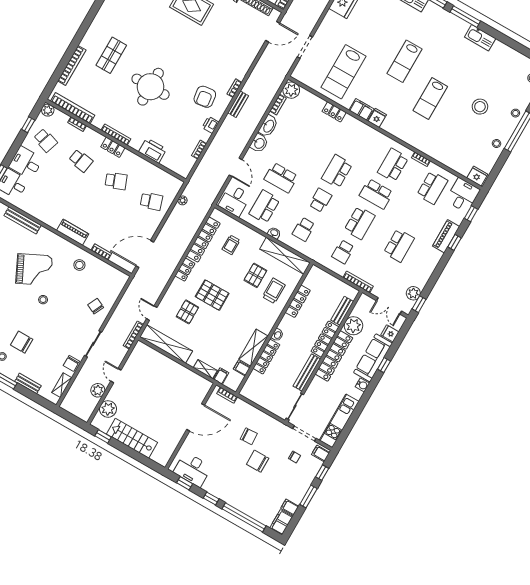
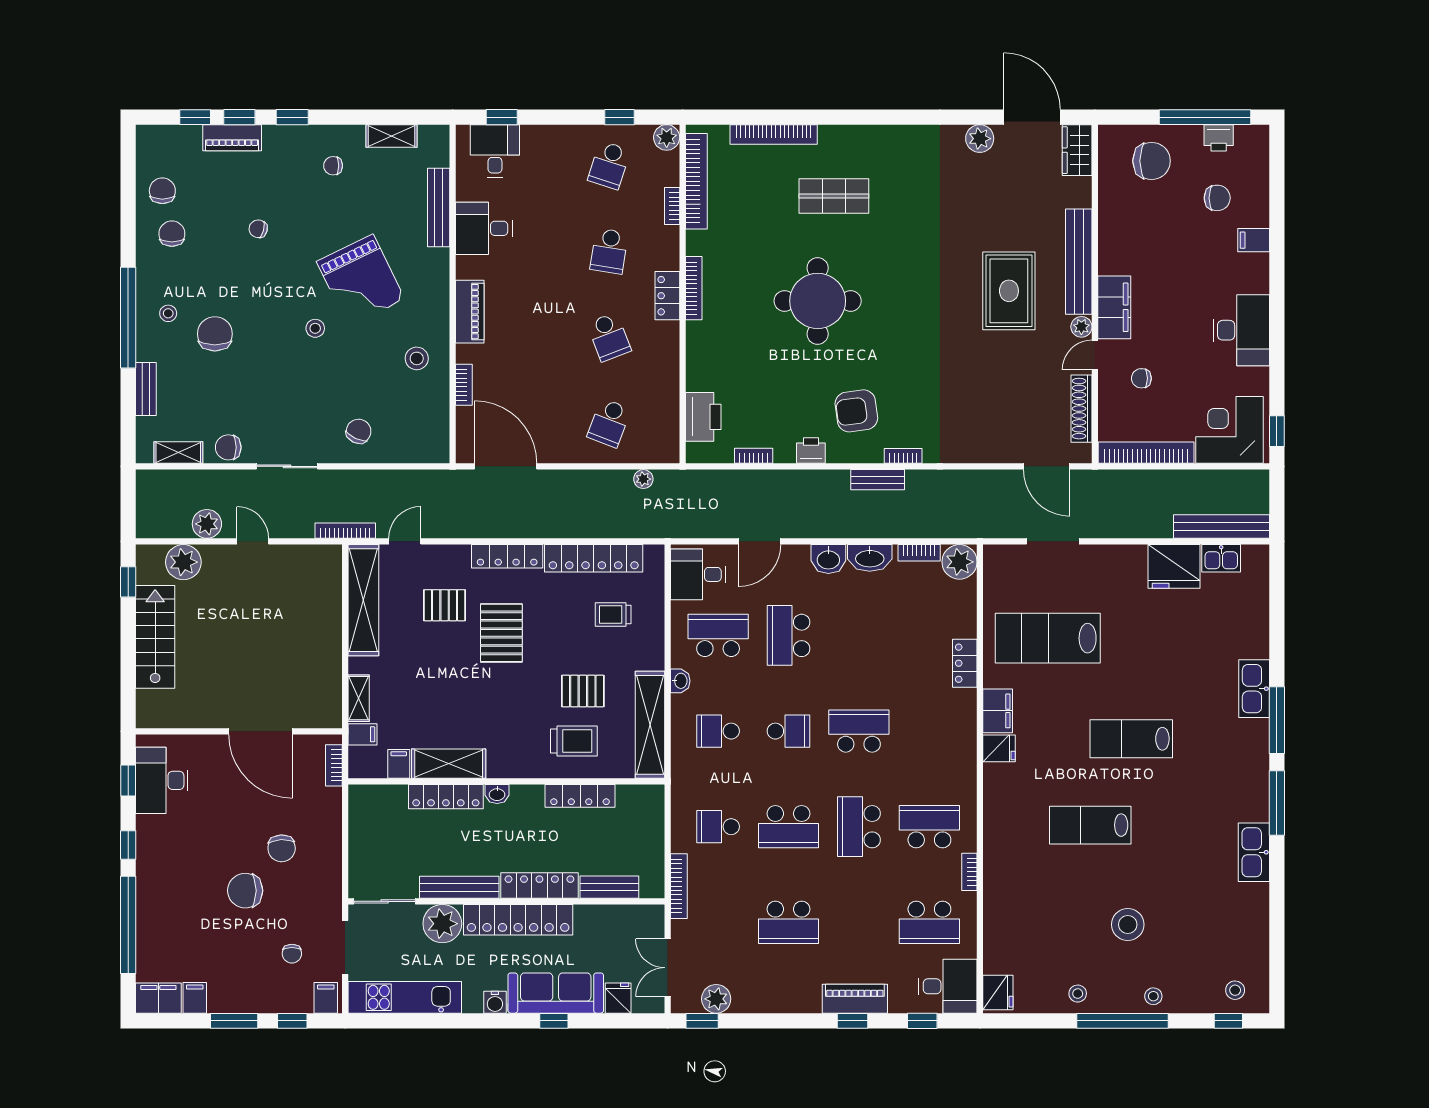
printer: (153, 151) -> (703, 417), moved
desk: (26, 163) -> (484, 228), moved, turned -90
school desk: (151, 201) -> (609, 423), turned 39
locker: (185, 270) -> (507, 556), width x1.53
plant: (353, 326) -> (442, 924), moved
door: (116, 376) -> (253, 541), hinge flipped
chair: (258, 461) -> (245, 891), turned -90

